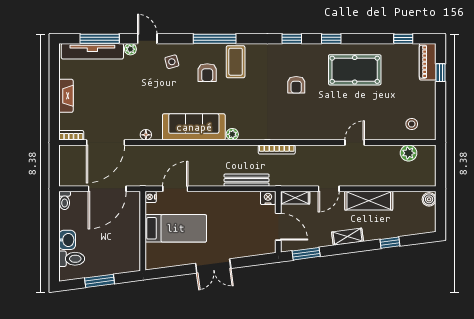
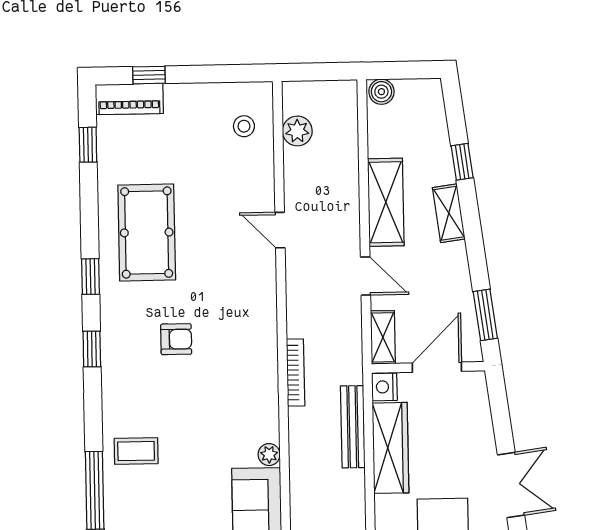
coffee table: (236, 62) -> (136, 451), width x0.73, depth x0.77
armchair: (207, 73) -> (157, 503), removed
wardrobe: (235, 201) -> (391, 448), added
shelving: (348, 237) -> (449, 213), moved

